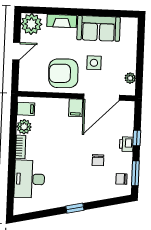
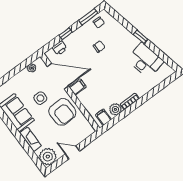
printer: (126, 144) -> (60, 48), moved
desk: (29, 179) -> (145, 60), moved, turned -102

